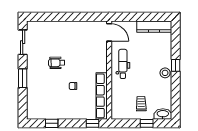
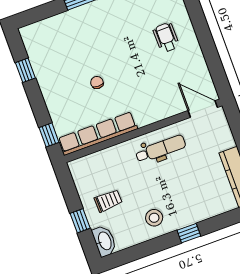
door: (109, 32) -> (203, 109), swing flipped
wheelchair: (57, 63) -> (166, 37), moved
stool: (165, 73) -> (154, 218), moved

